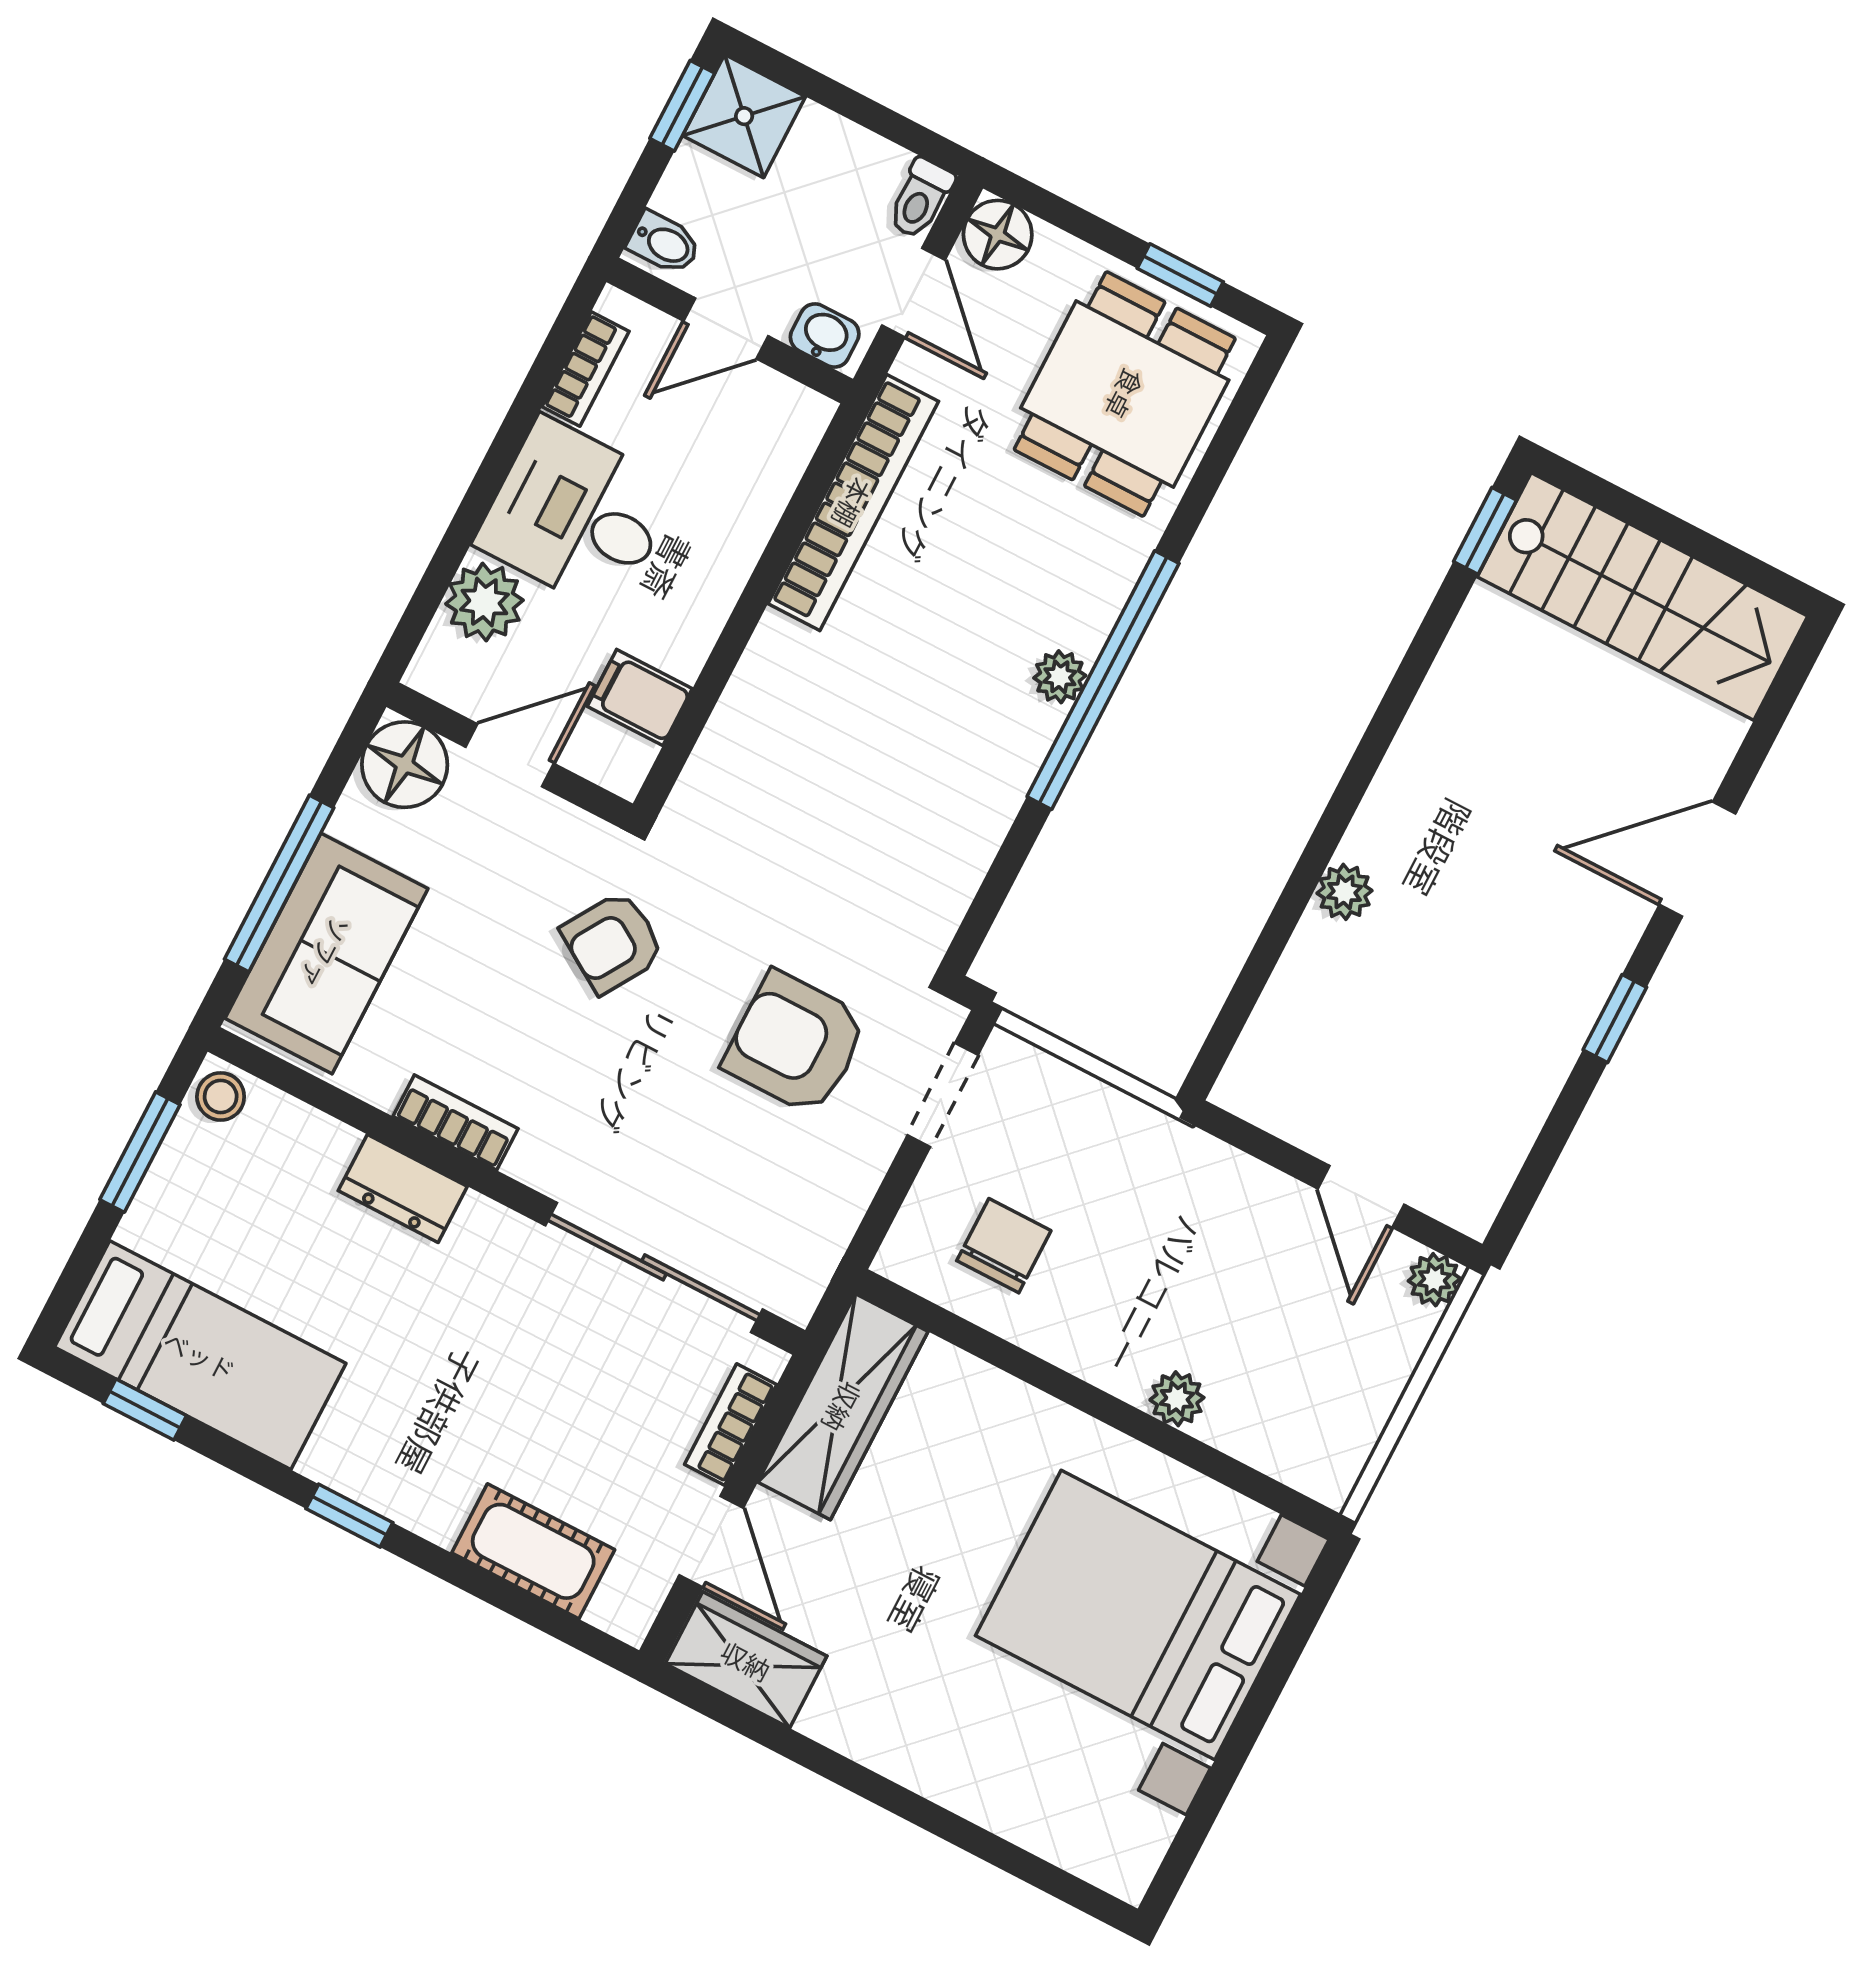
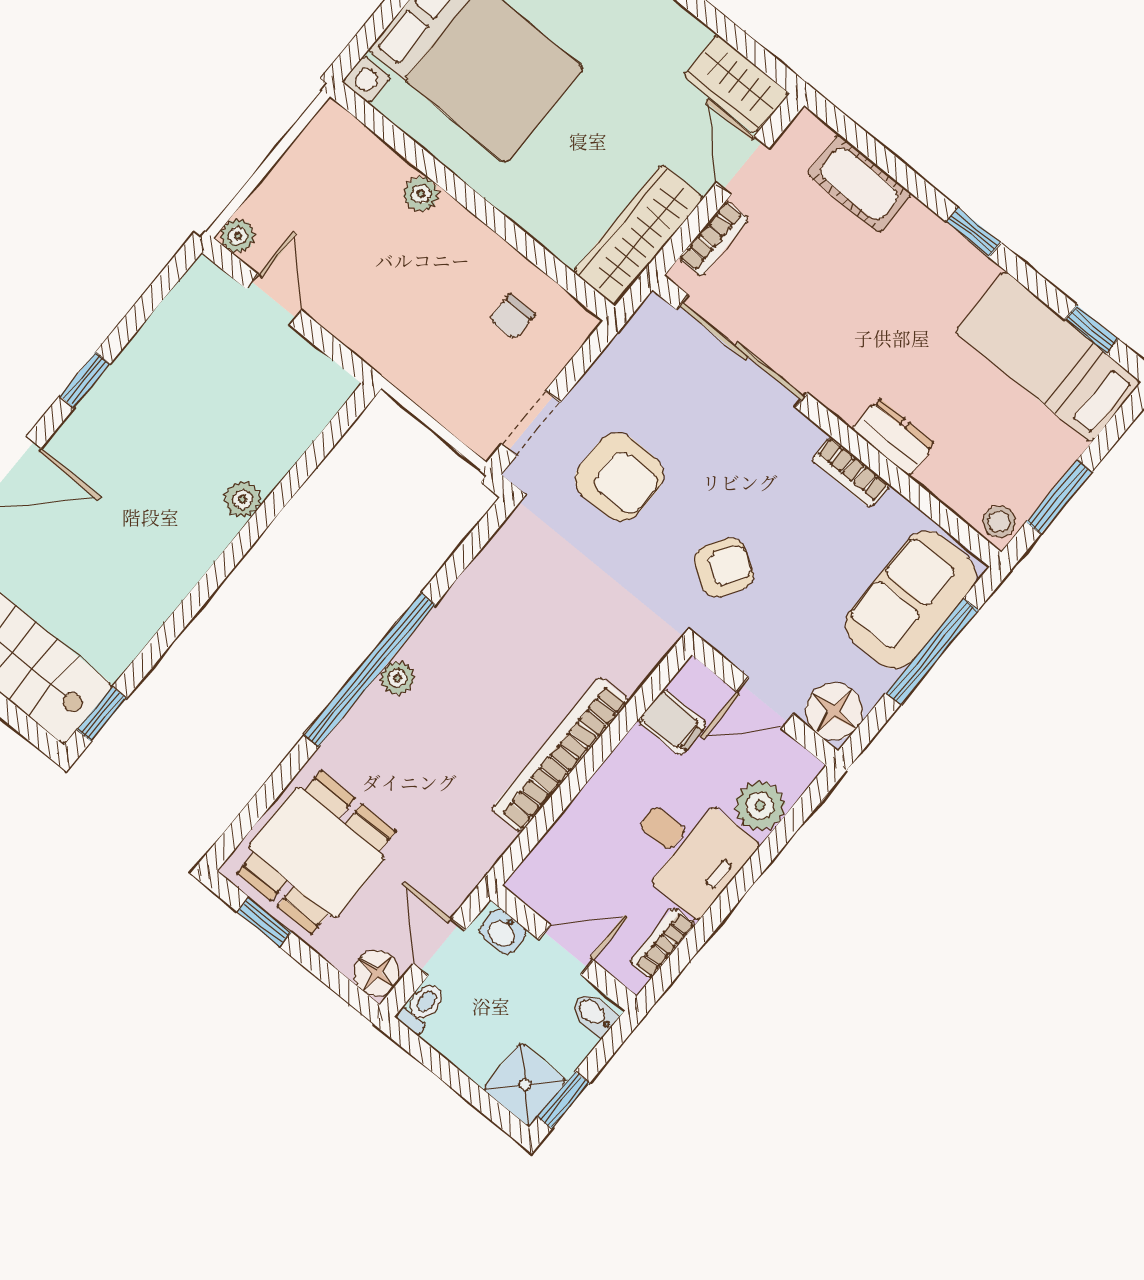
bookcase: (853, 503) -> (560, 755), moved
chair: (1004, 1246) -> (512, 317), width x0.73, depth x0.73

